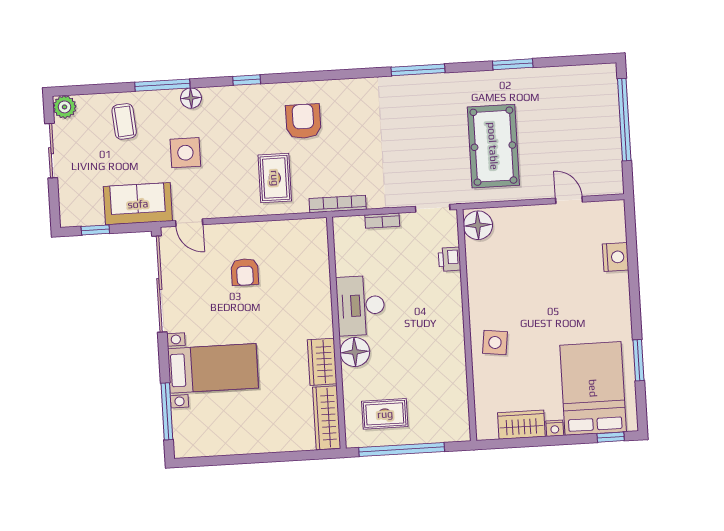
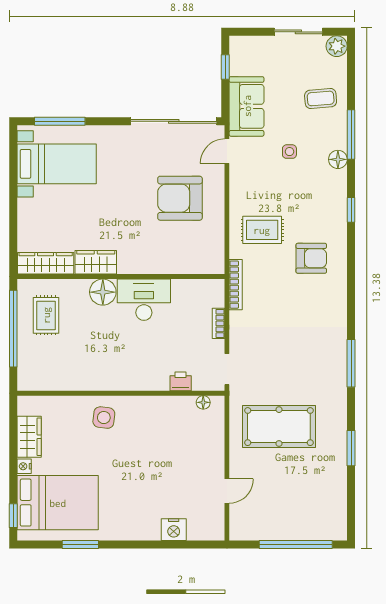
side table: (185, 153) -> (289, 152), width x0.54, depth x0.54
floor lamp: (478, 225) -> (203, 402), width x0.53, depth x0.53
armchair: (245, 272) -> (180, 198), width x1.88, depth x1.88
bed with nightstands: (213, 368) -> (57, 164), moved, turned -90

